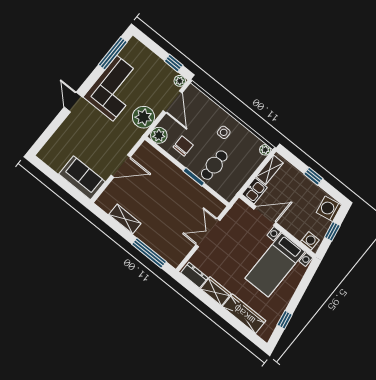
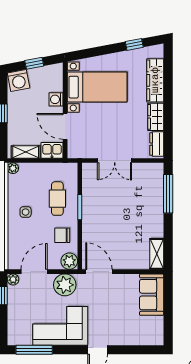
cafe table: (214, 165) -> (57, 199), turned 90
door: (121, 166) -> (99, 272), moved
shelving: (125, 219) -> (157, 254), moved
washing machine: (310, 241) -> (56, 99), moved

